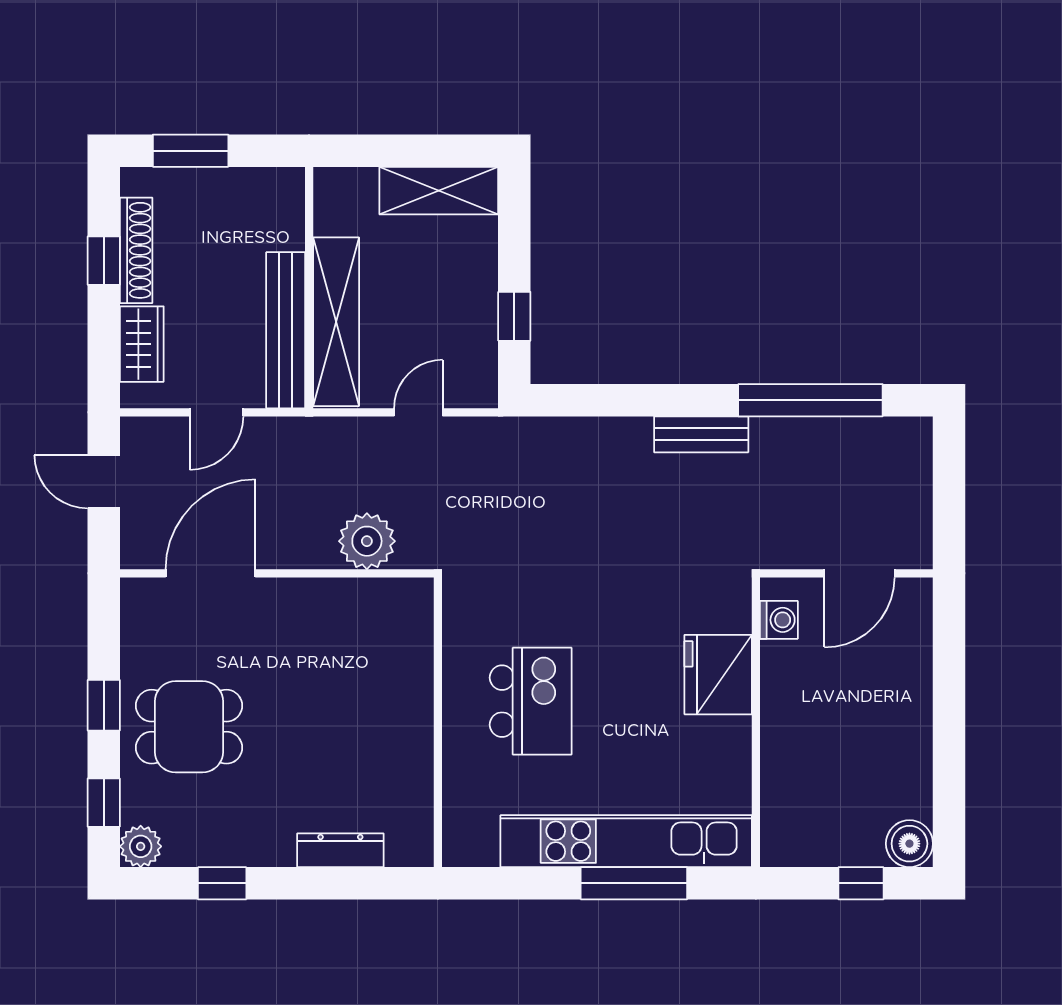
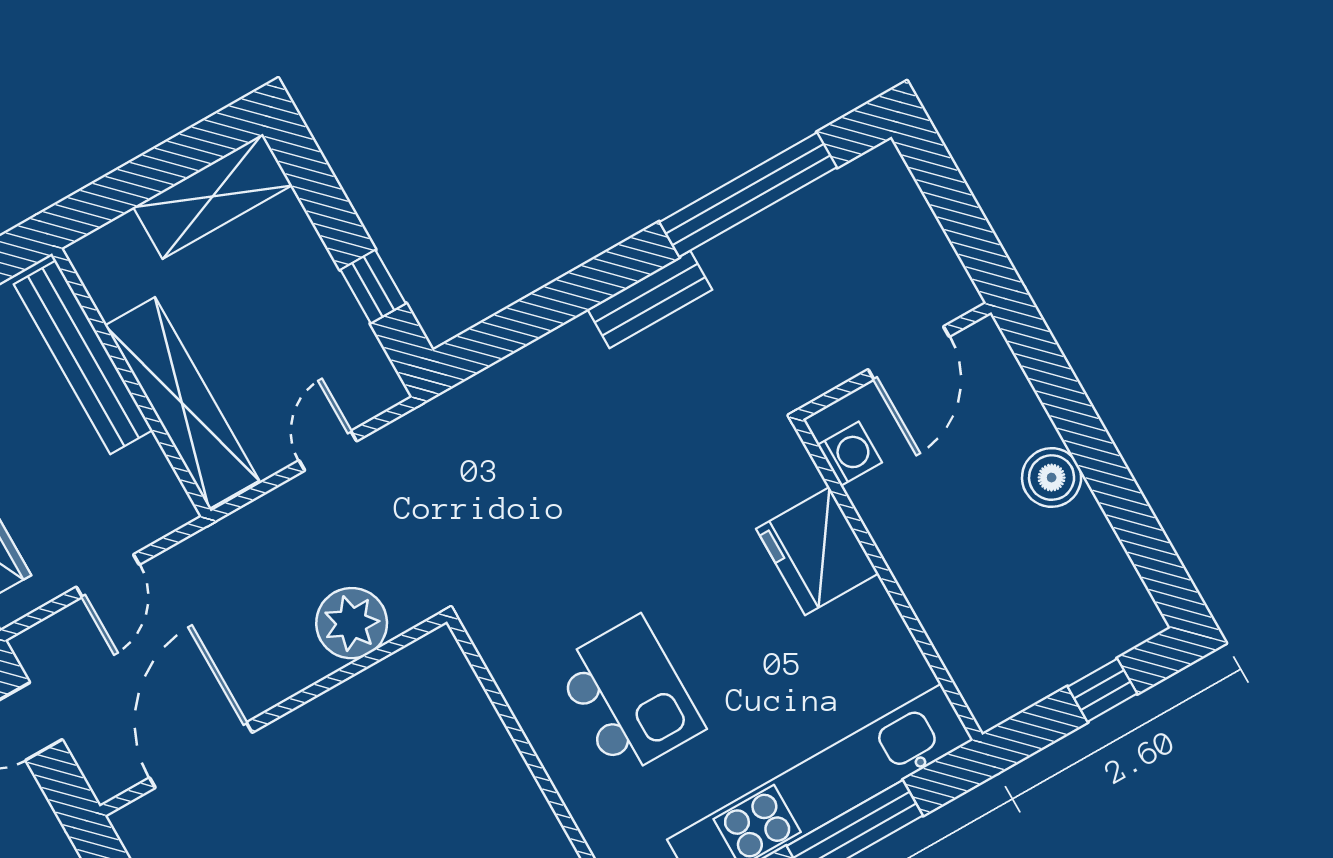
bench: (286, 330) -> (83, 357), moved
boiler: (909, 844) -> (1052, 478), moved

